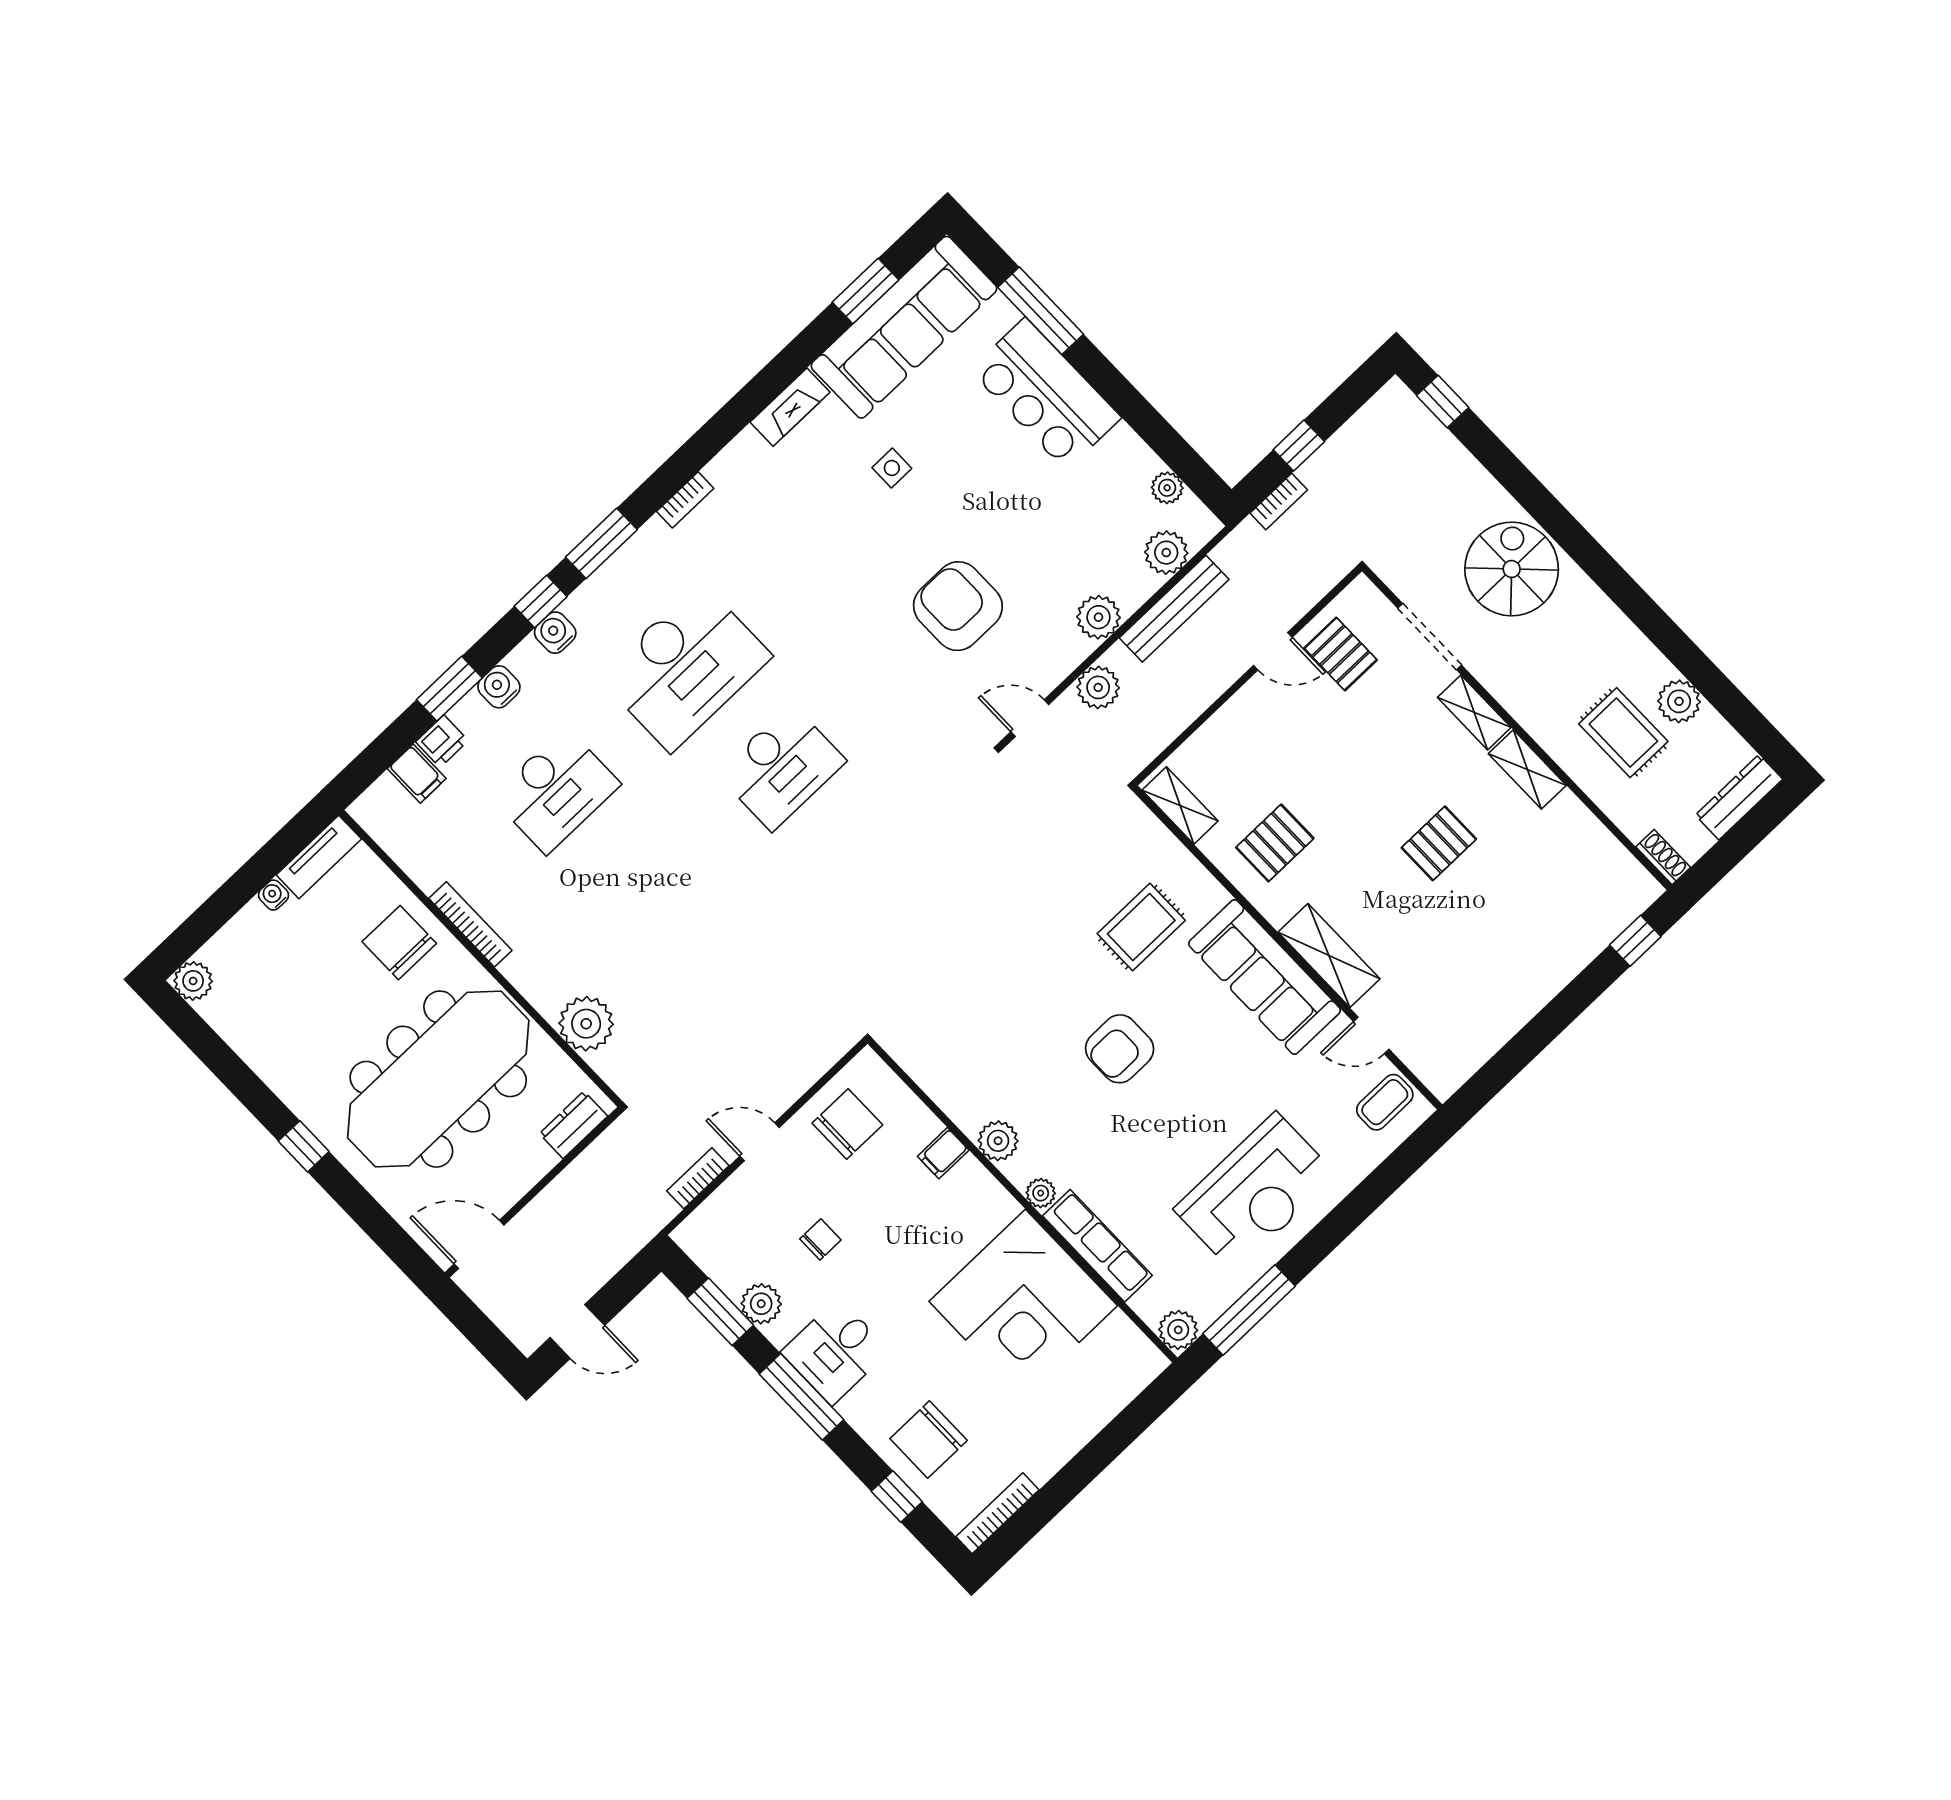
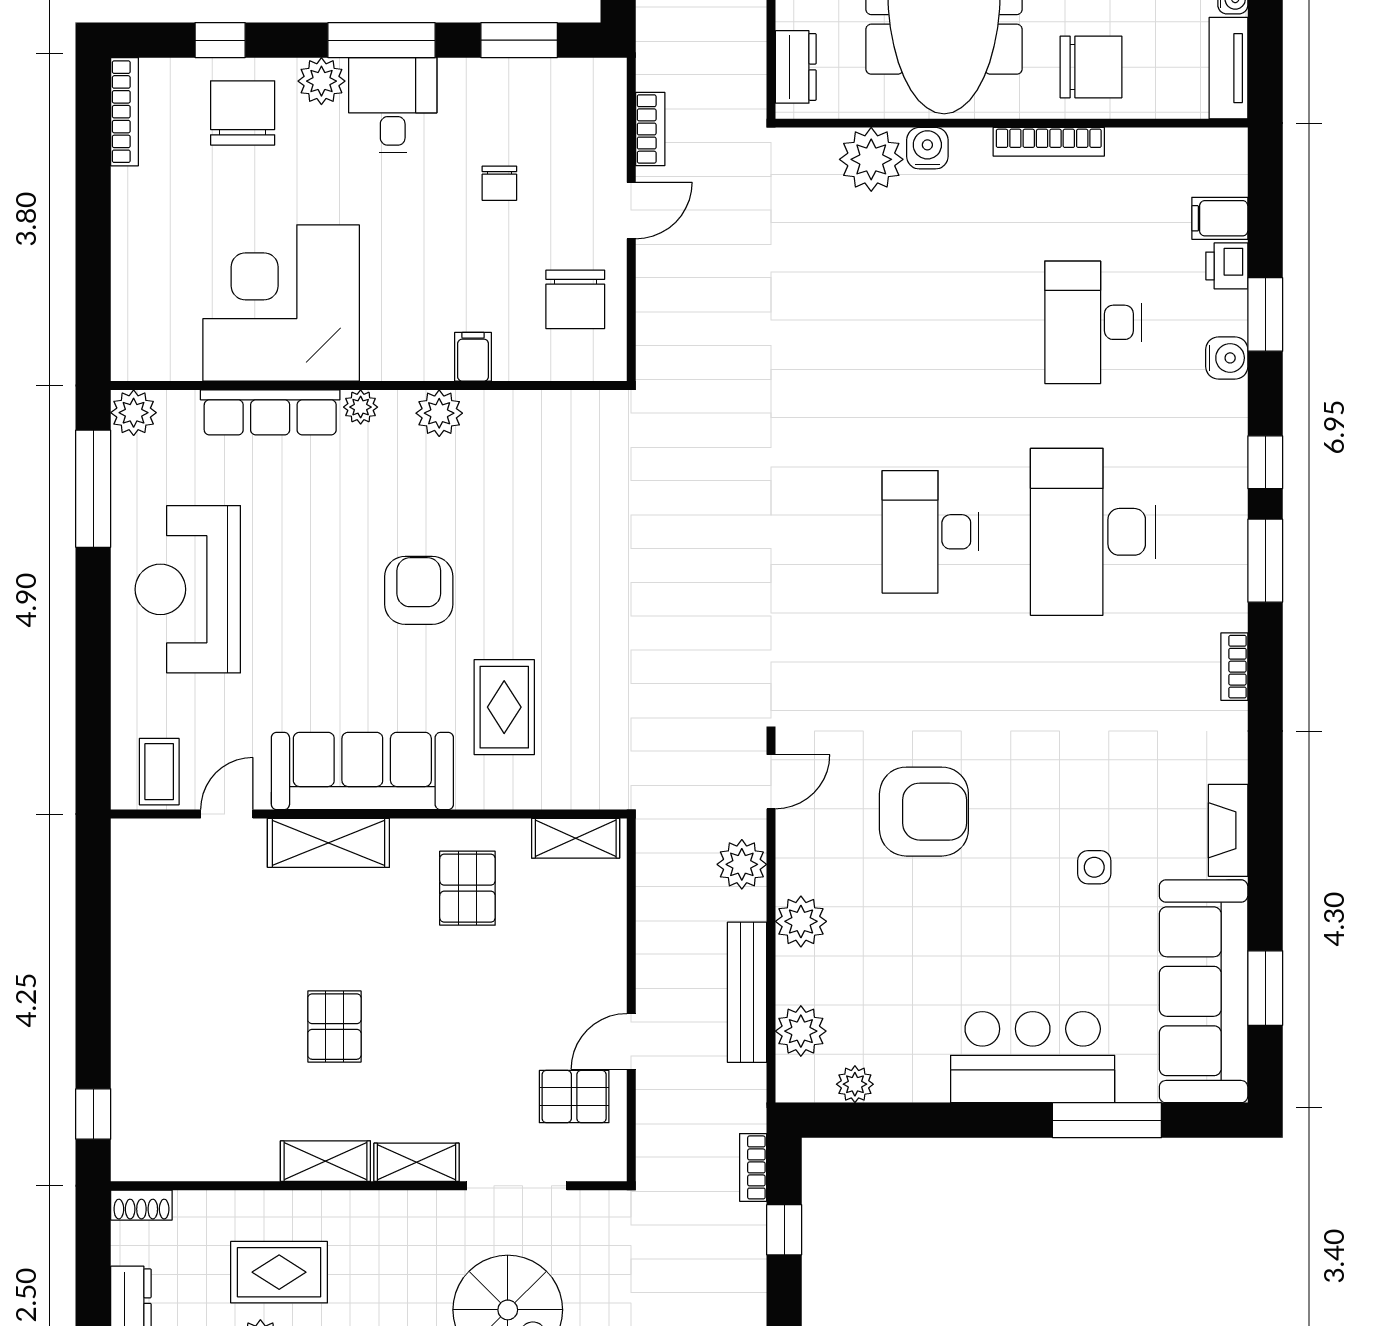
water cooler: (555, 633) -> (927, 148), moved, turned -90
plant: (761, 1304) -> (321, 81), moved

